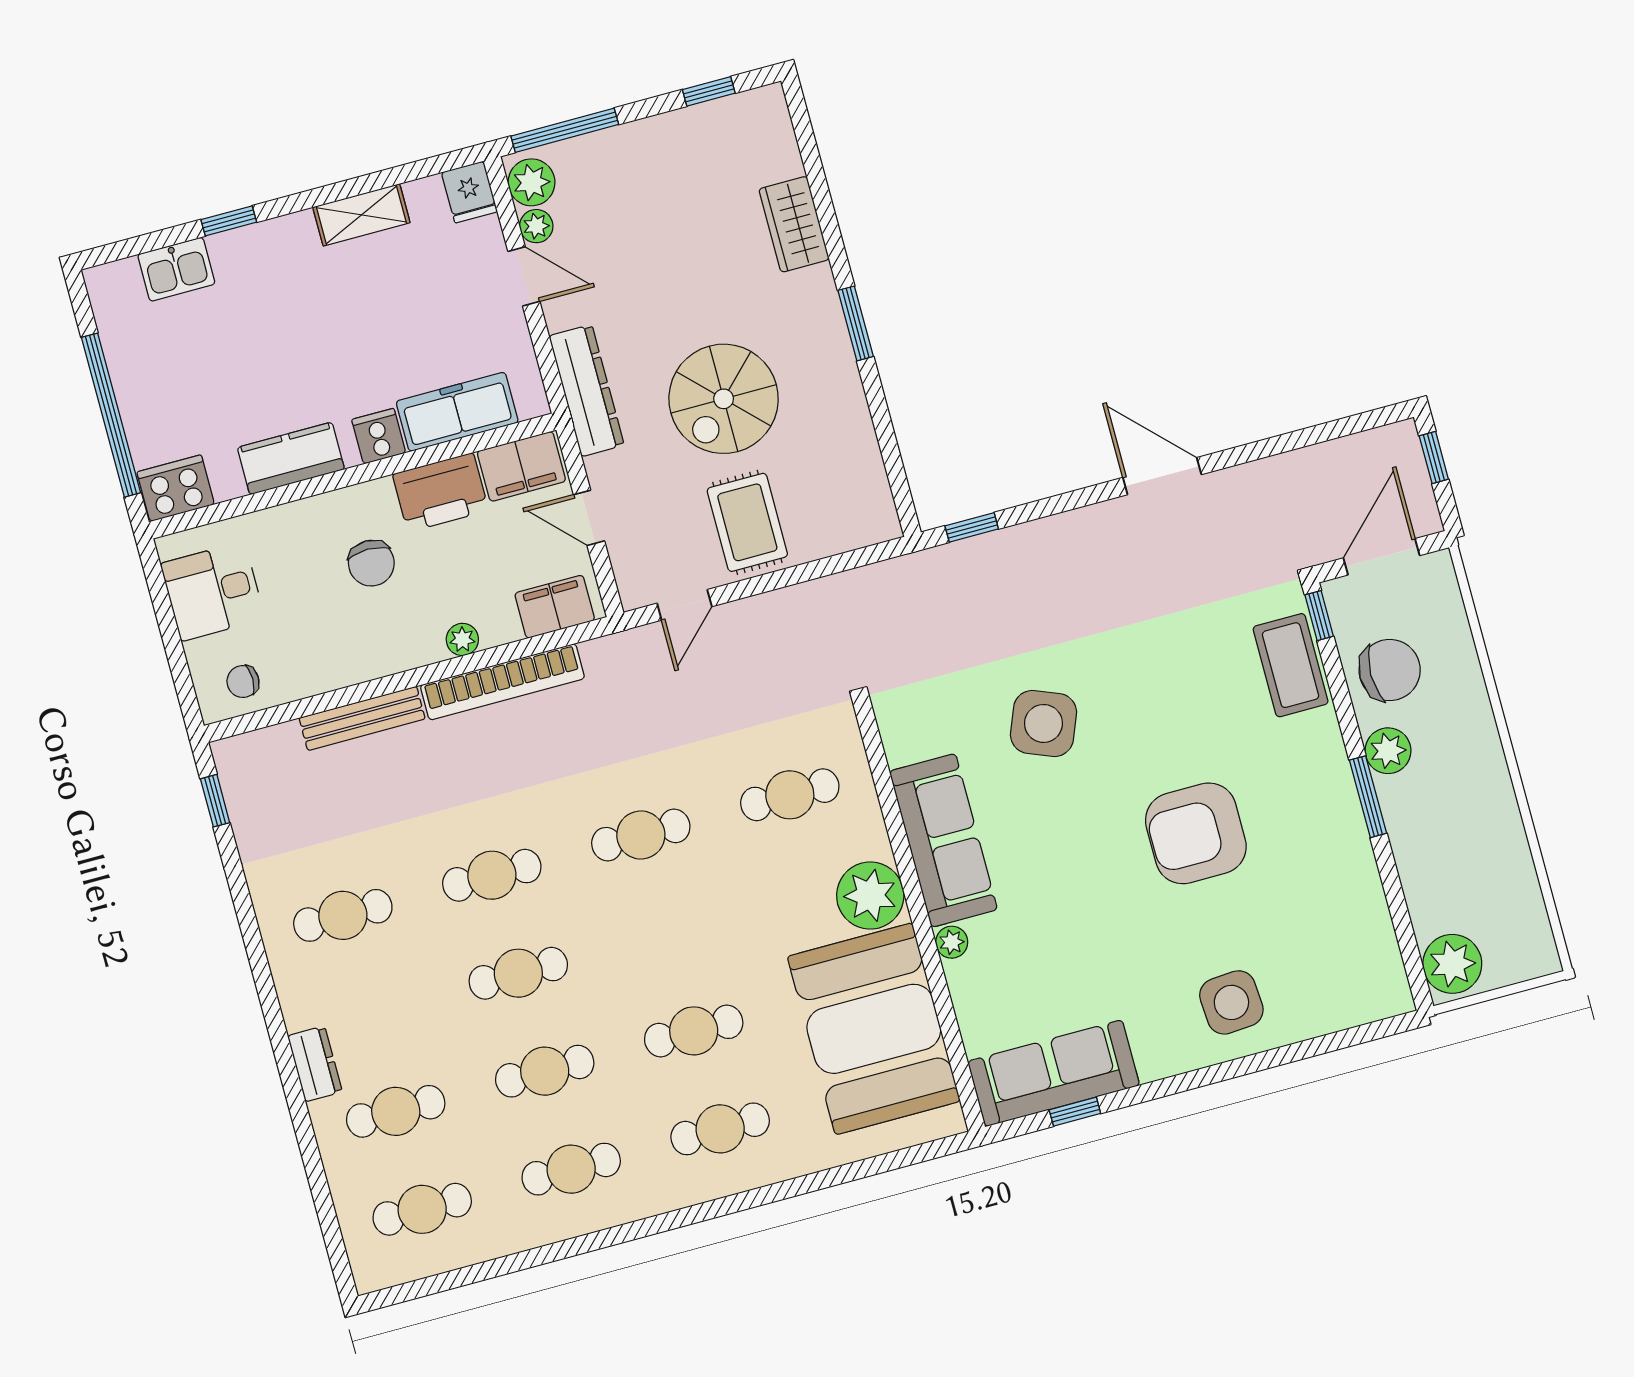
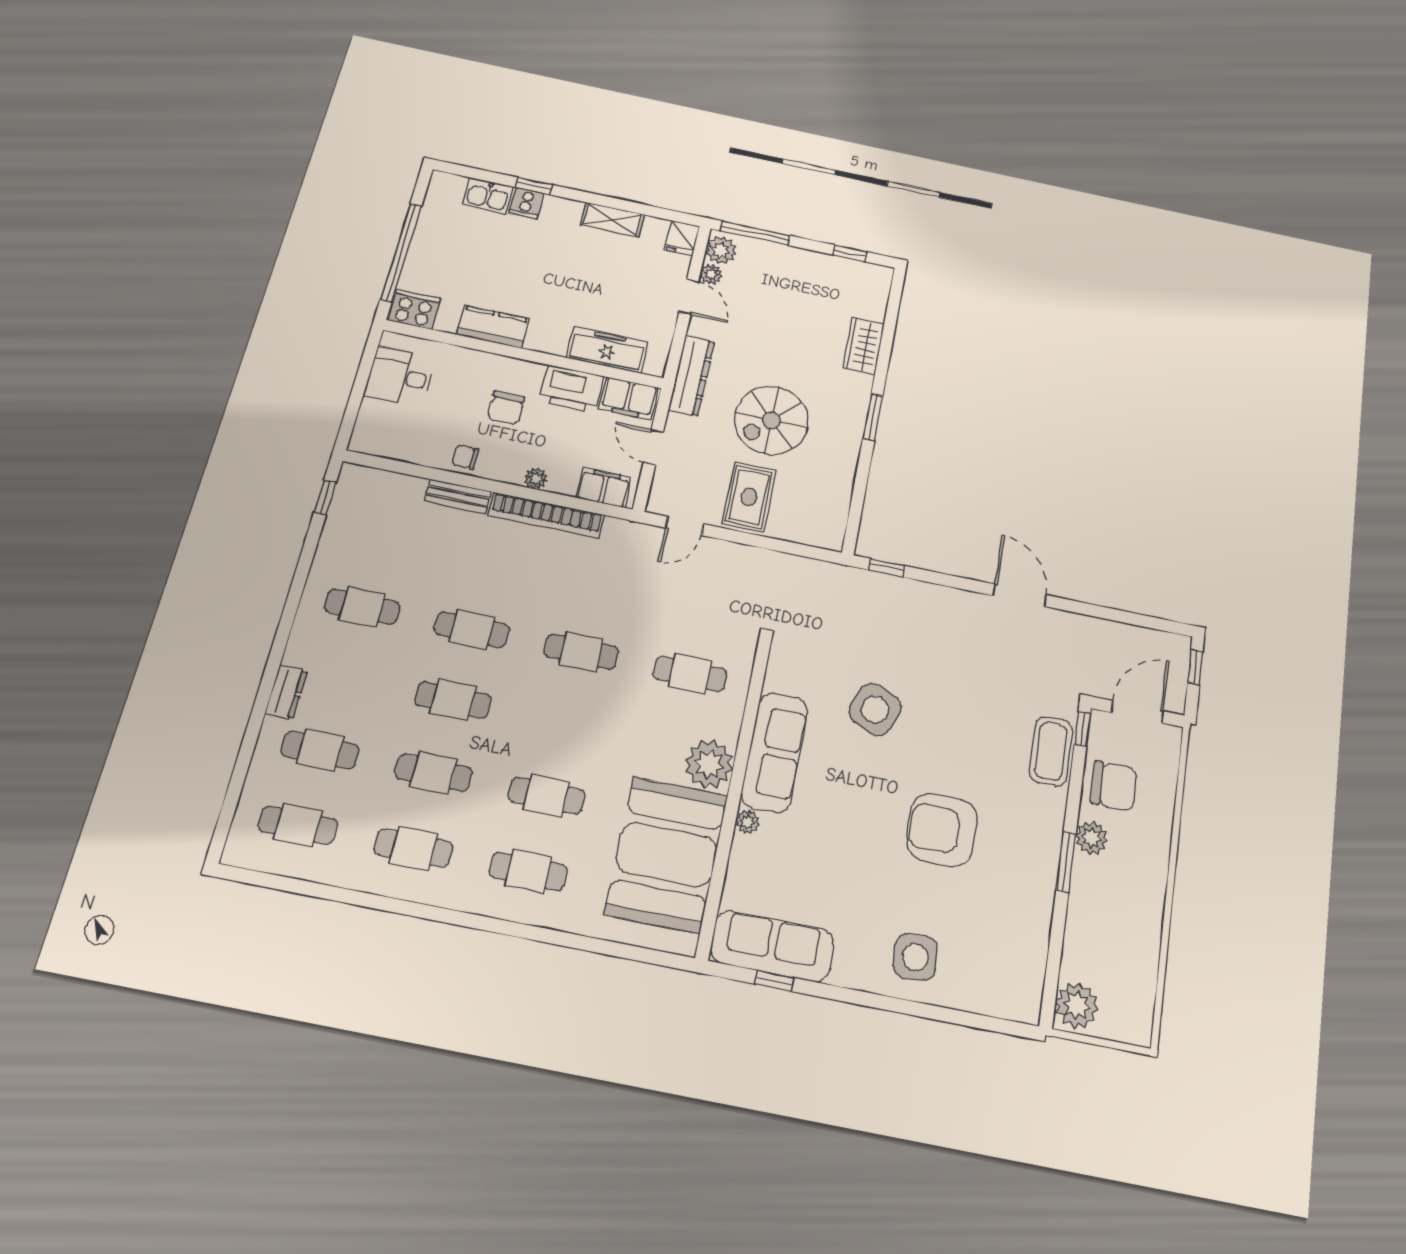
cooker: (379, 436) -> (526, 203), moved, turned 180
chair: (243, 681) -> (465, 457), moved
bench: (362, 718) -> (458, 496), width x0.73

